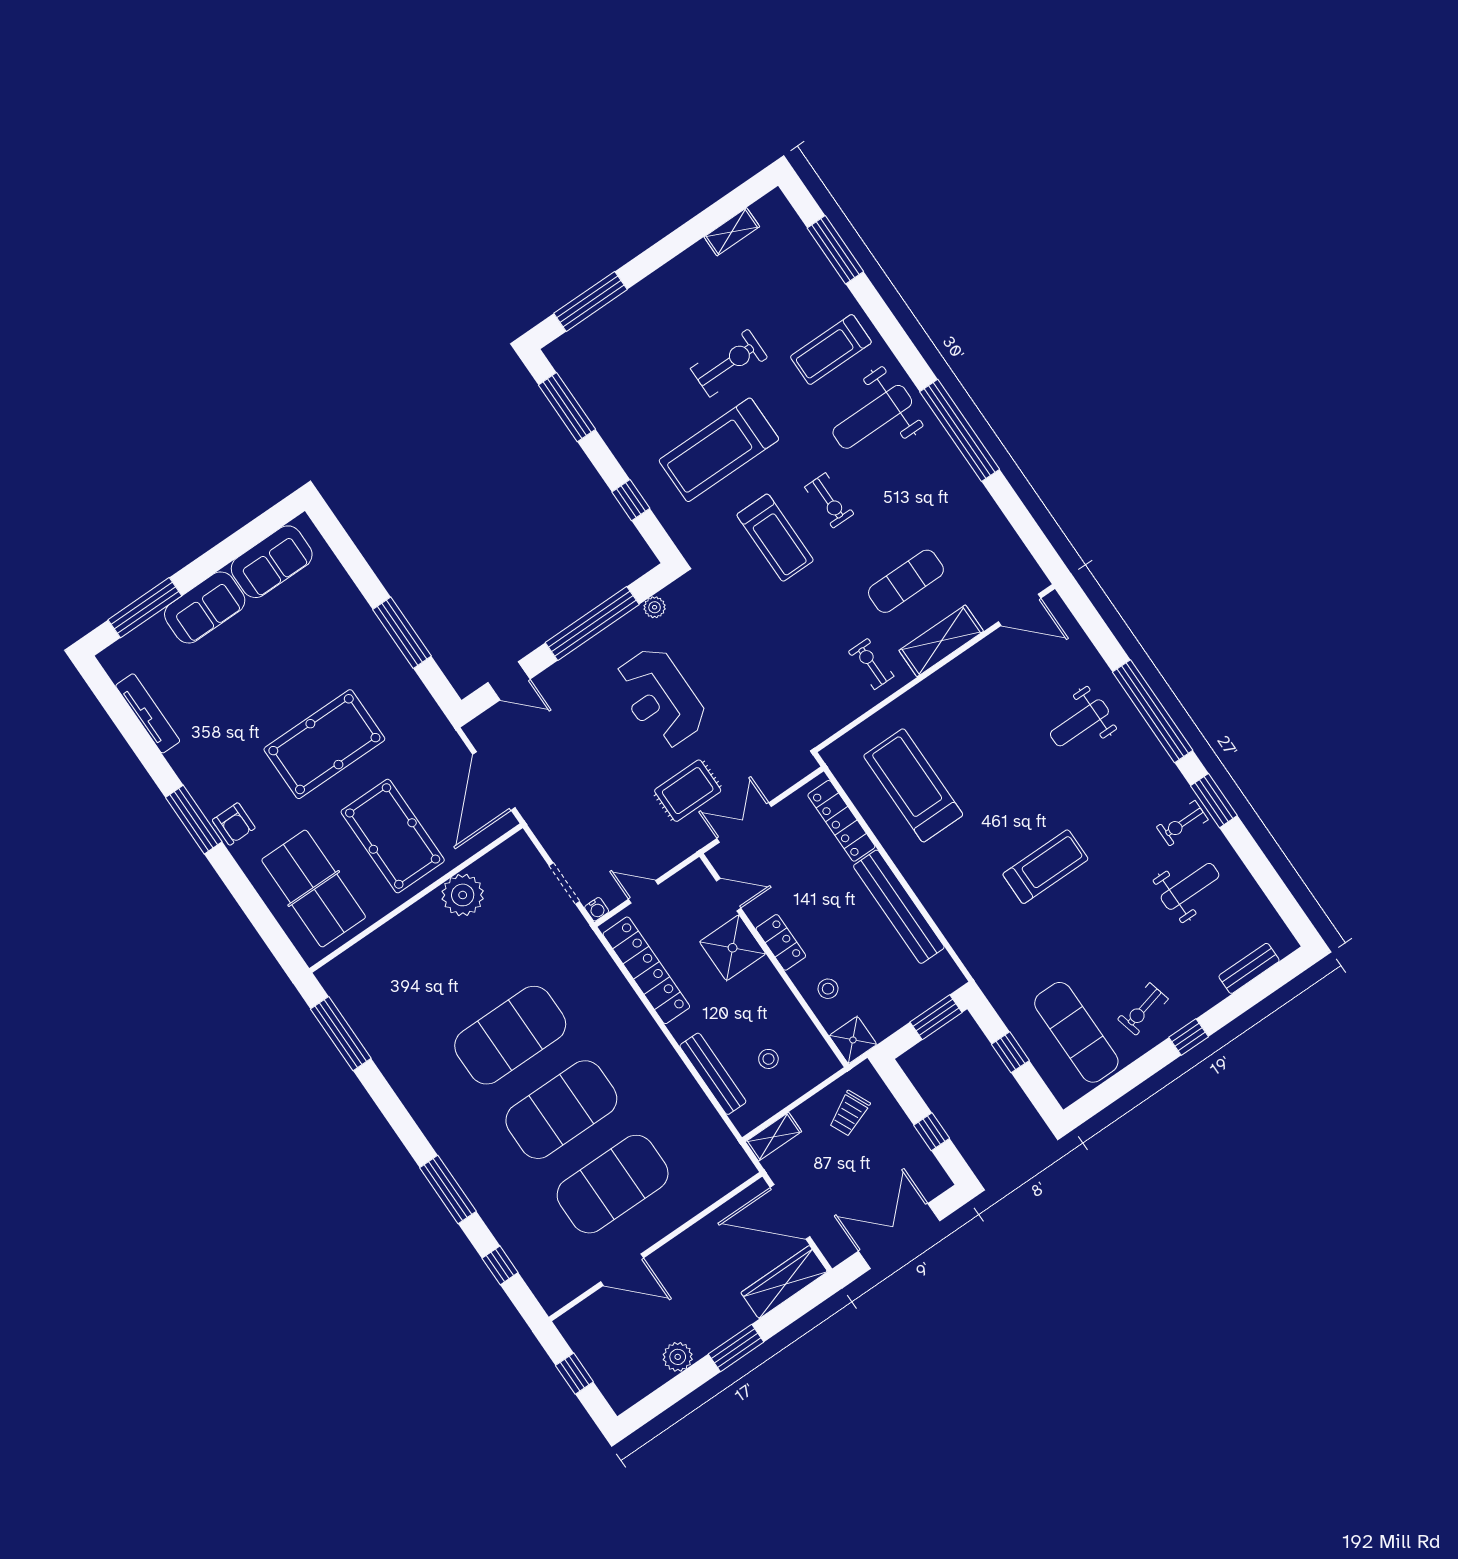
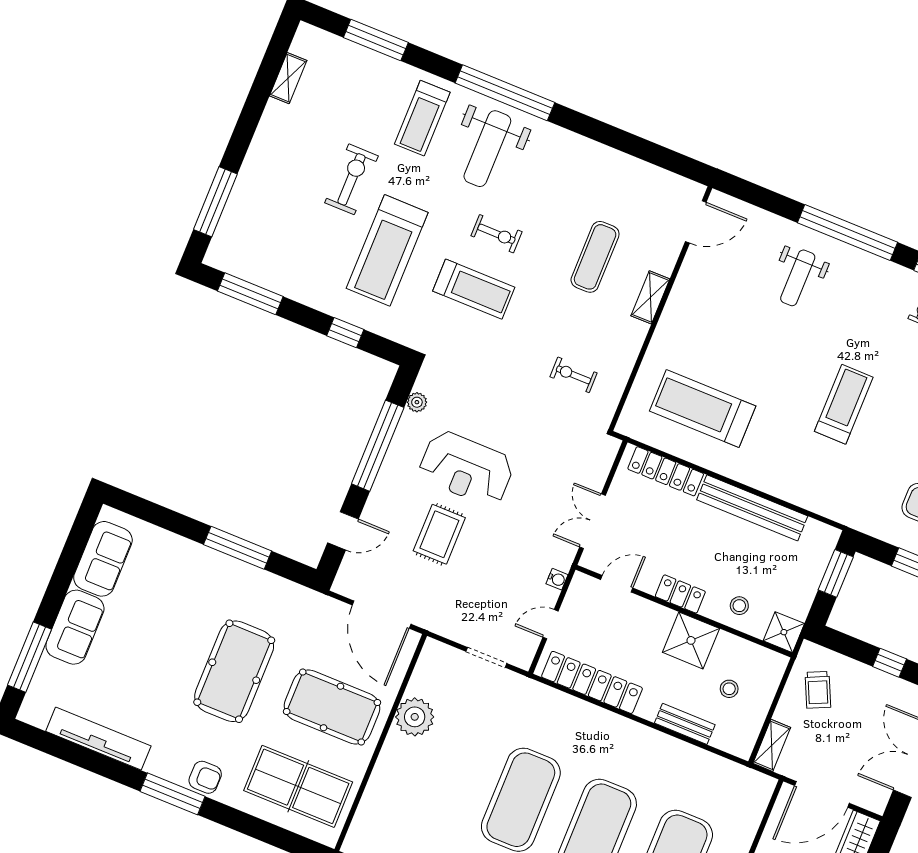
window: (960, 430) -> (505, 93), moved
shelving: (941, 641) -> (650, 297), width x0.67, depth x0.75
exercise bike: (871, 664) -> (574, 375), moved
tv unit: (148, 713) -> (98, 739), width x1.36, depth x1.29
rug: (688, 791) -> (439, 534), moved
water cooler: (597, 909) -> (557, 579), moved
shower: (733, 948) -> (691, 640), moved
bench: (713, 1074) -> (685, 724), width x0.73

